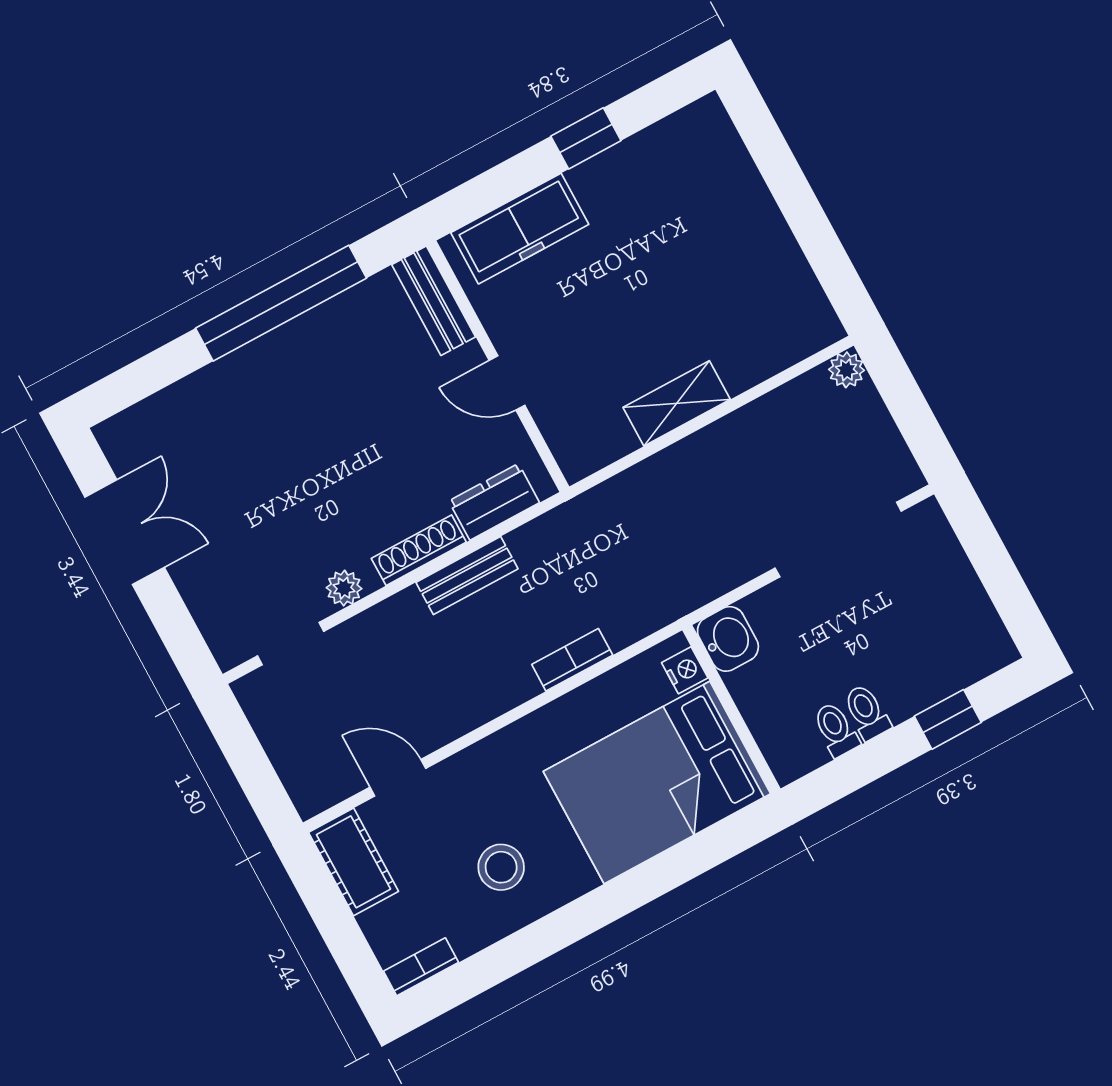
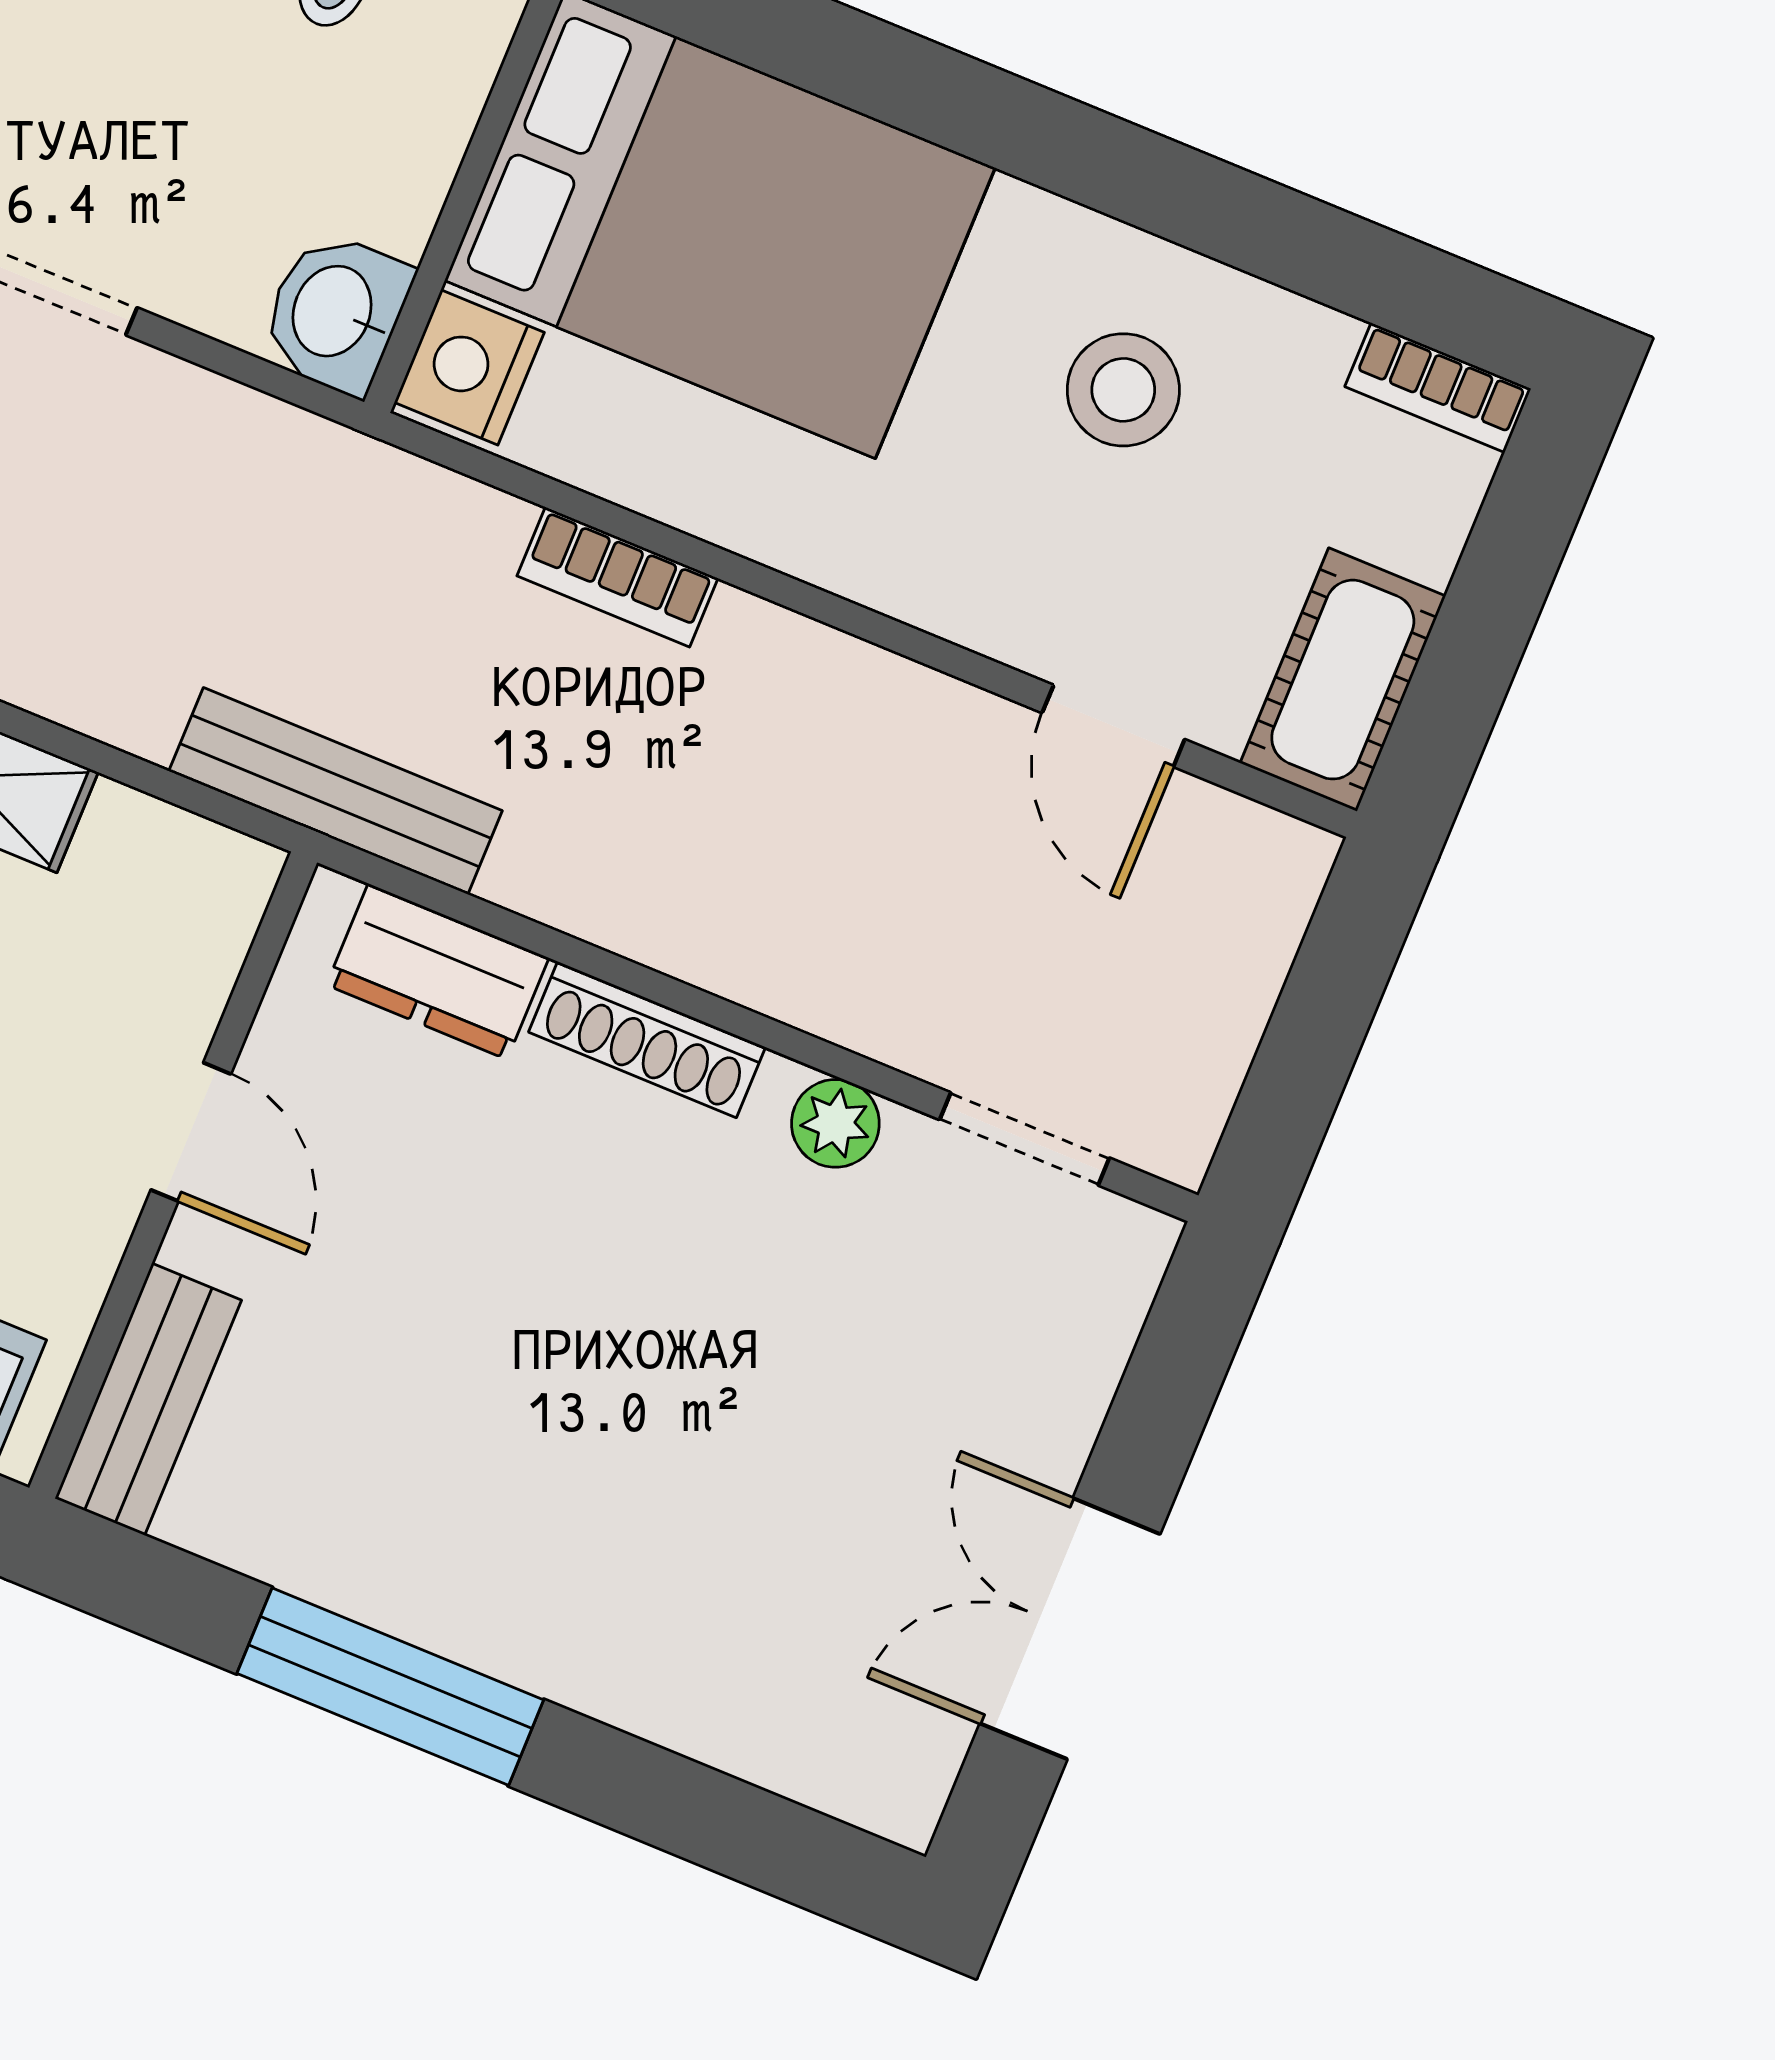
window: (281, 303) -> (390, 1687), width x0.68
bench: (467, 576) -> (336, 791), moved, width x1.36
nightstand: (685, 670) -> (469, 367), width x1.39, depth x1.35

